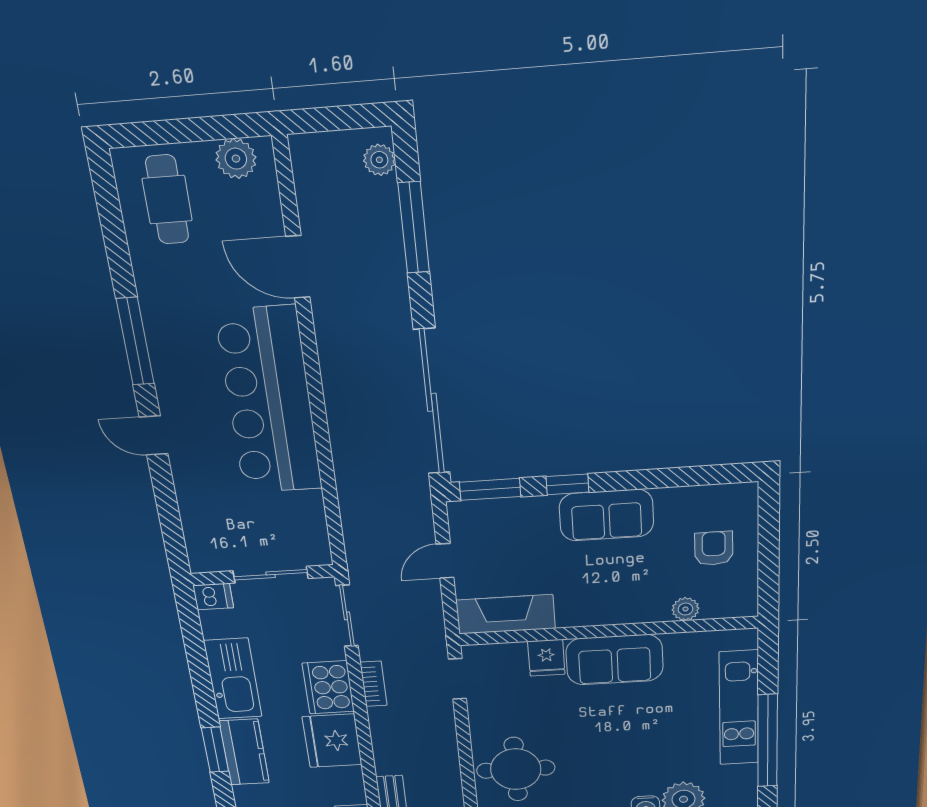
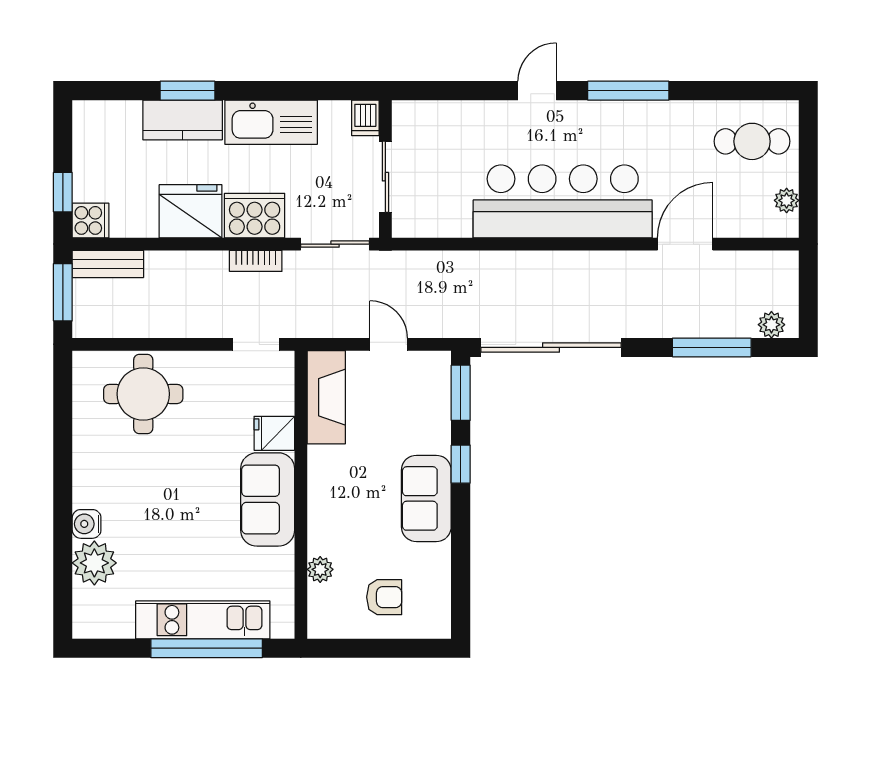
plant: (236, 159) -> (787, 200), width x0.73, depth x0.73
window: (768, 741) -> (207, 648), moved

